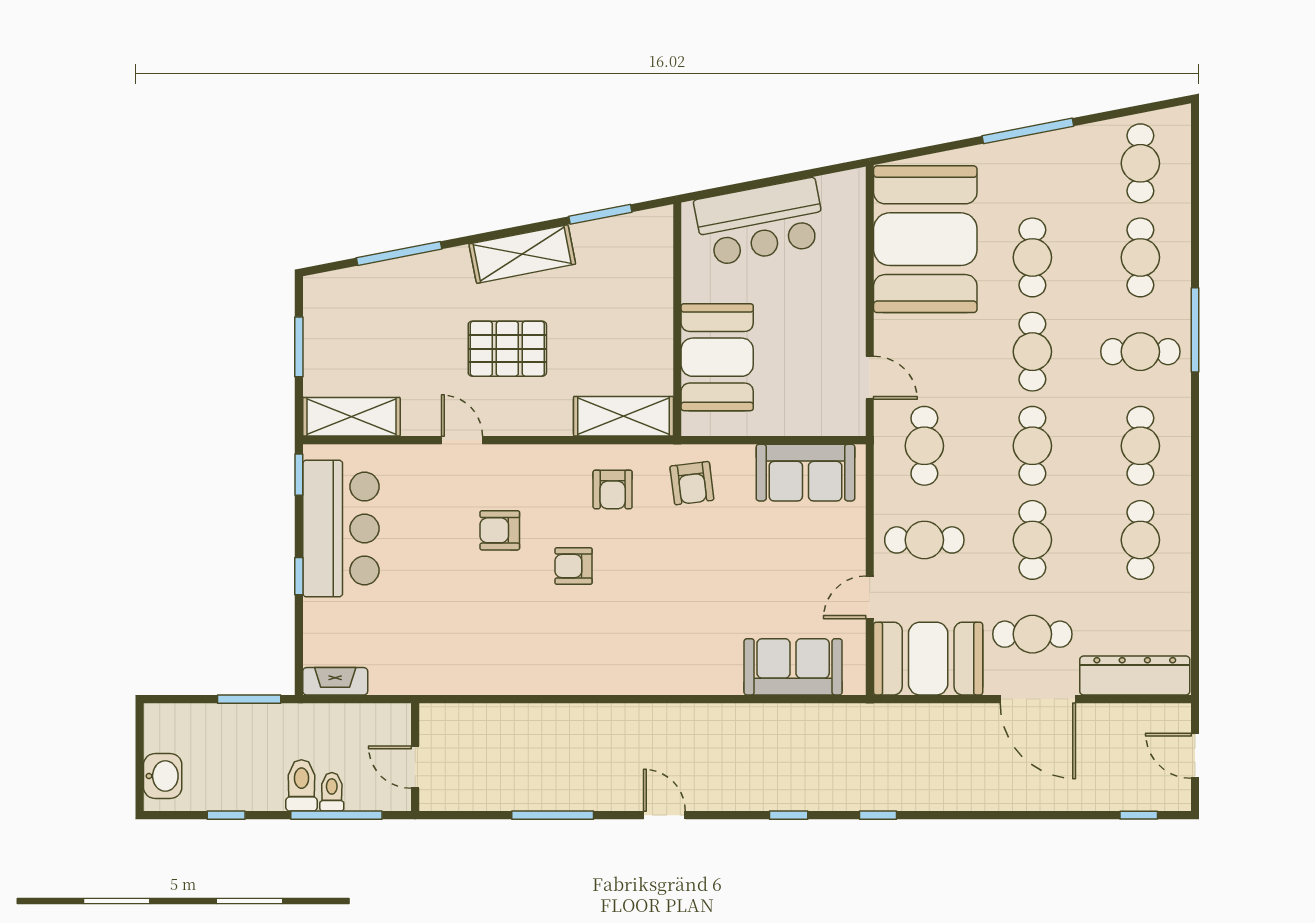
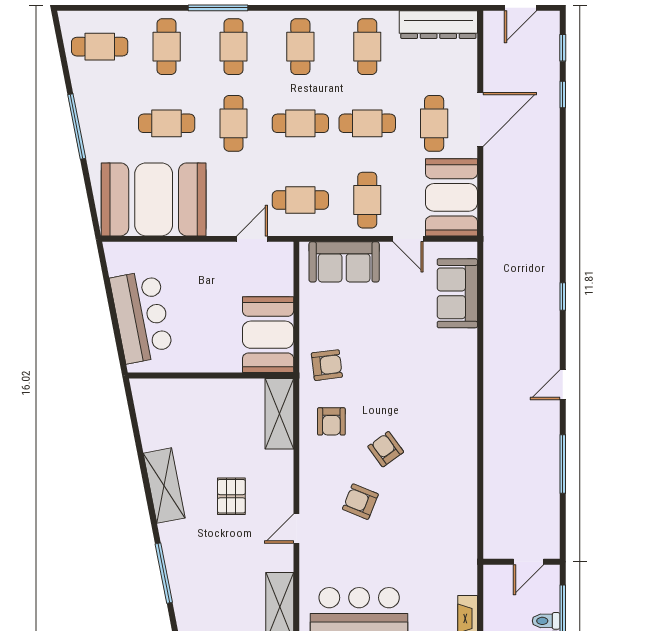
window: (600, 214) -> (136, 430), removed
cafe table: (1140, 257) -> (167, 47), turned 90
pallet: (507, 349) -> (231, 496), width x0.67, depth x0.71
cafe table: (1032, 352) -> (233, 123), turned 90
booth: (717, 357) -> (268, 335), moved, turned 90
cafe table: (1140, 446) -> (300, 47), turned 90
sofa: (805, 473) -> (344, 262), moved, turned 90
armchair: (613, 489) -> (331, 421), turned 90
armchair: (500, 530) -> (360, 502), turned 112
cafe table: (1140, 540) -> (367, 47), turned 90
armchair: (574, 566) -> (386, 449), turned 144
dresser: (1135, 675) -> (438, 25), moved, turned -90
window: (878, 815) -> (563, 94), moved

